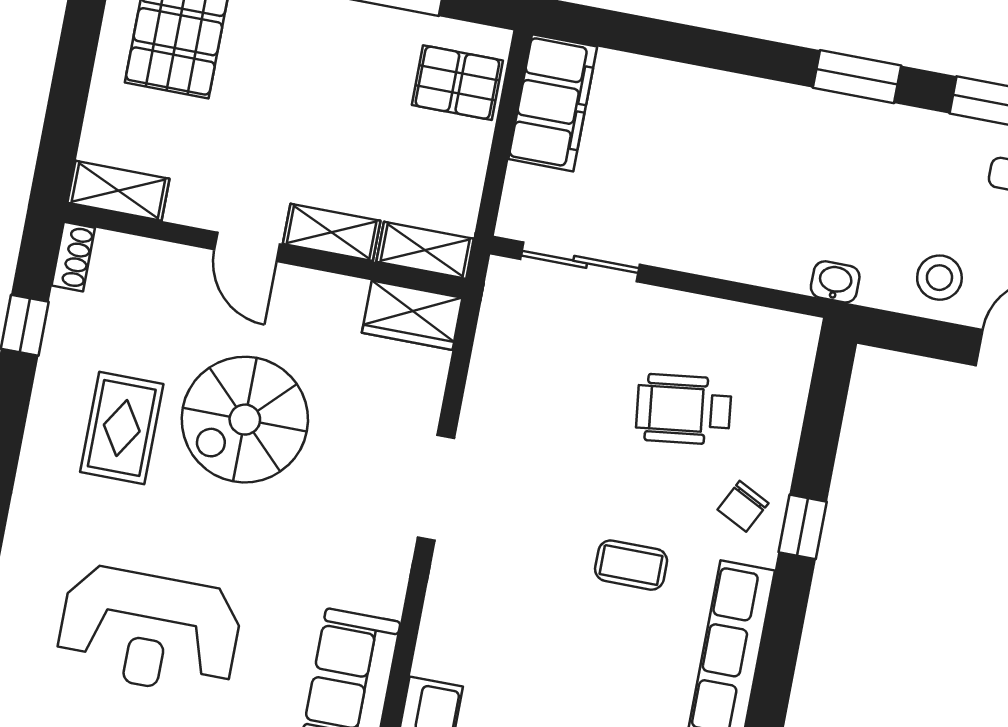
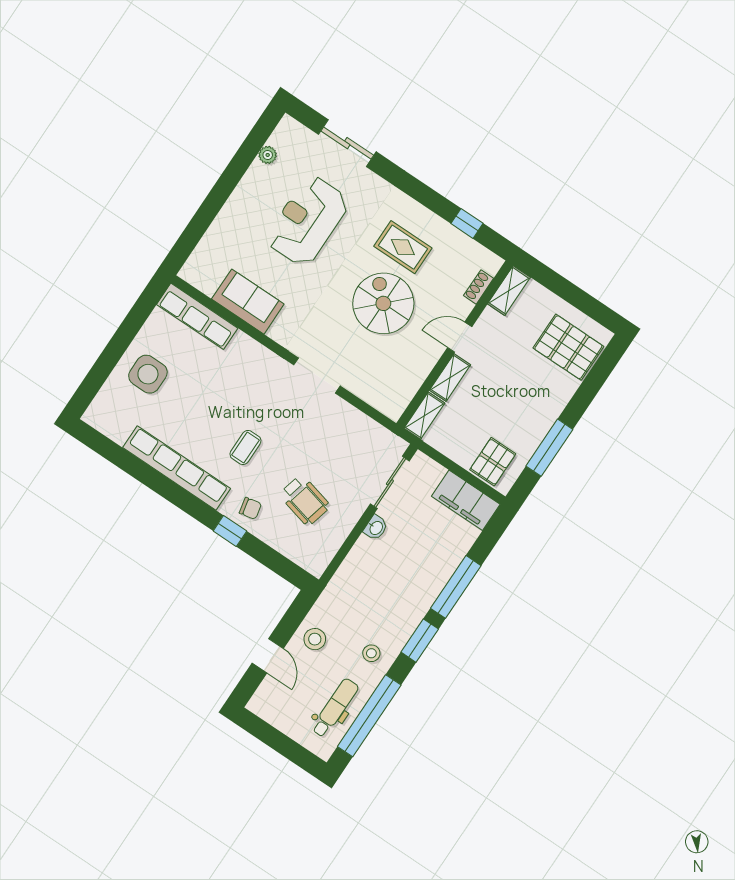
window: (726, 52) -> (456, 587), added
stool: (921, 158) -> (371, 653), added
shoe rack: (73, 257) -> (479, 287), moved, turned 90
washbasin: (835, 282) -> (376, 528), moved
wardrobe: (412, 315) -> (398, 398), removed
wheelchair: (684, 409) -> (305, 500), turned 111
chair: (743, 506) -> (250, 508), turned 141

